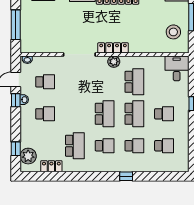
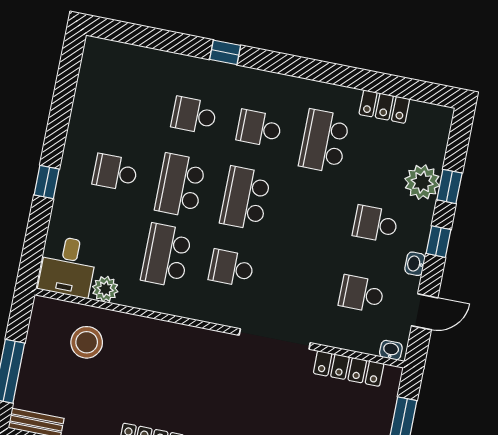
stool: (173, 32) -> (87, 342), moved
locker: (113, 48) -> (349, 368), moved
plant: (114, 62) -> (105, 289), moved
window: (16, 100) -> (438, 242), moved
school desk: (164, 146) -> (231, 268), moved
window: (16, 149) -> (449, 186), moved
plant: (28, 156) -> (422, 182), moved

